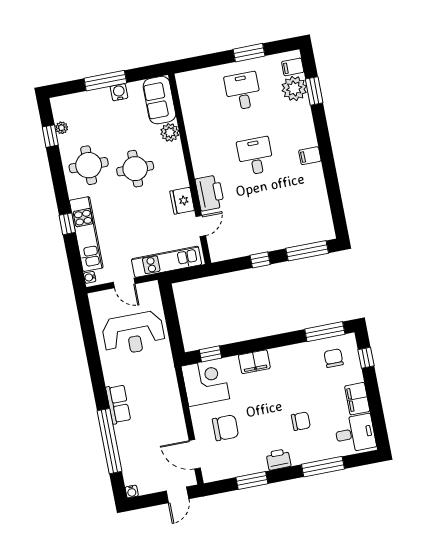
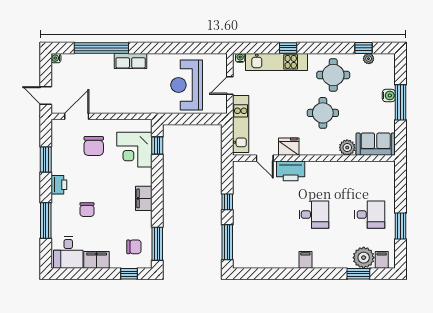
water cooler: (119, 92) -> (389, 96), moved
filing cabinet: (254, 362) -> (144, 198), moved
corner desk: (205, 383) -> (134, 150), moved, turned 90

